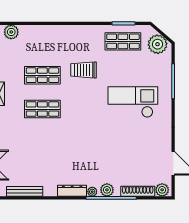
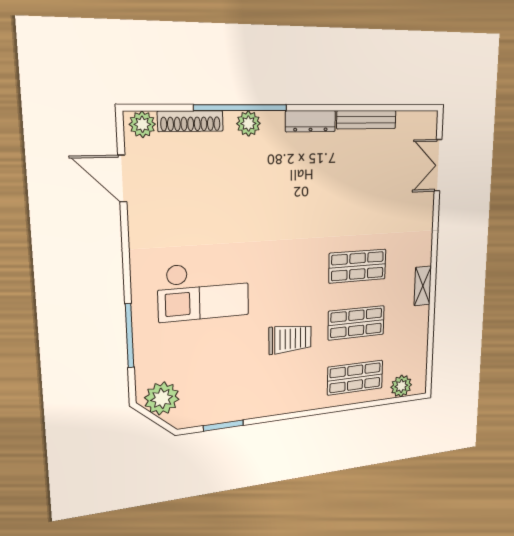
shop shelf: (123, 41) -> (355, 378), moved
bench: (25, 191) -> (366, 120), moved
plant: (92, 192) -> (275, 120), removed

